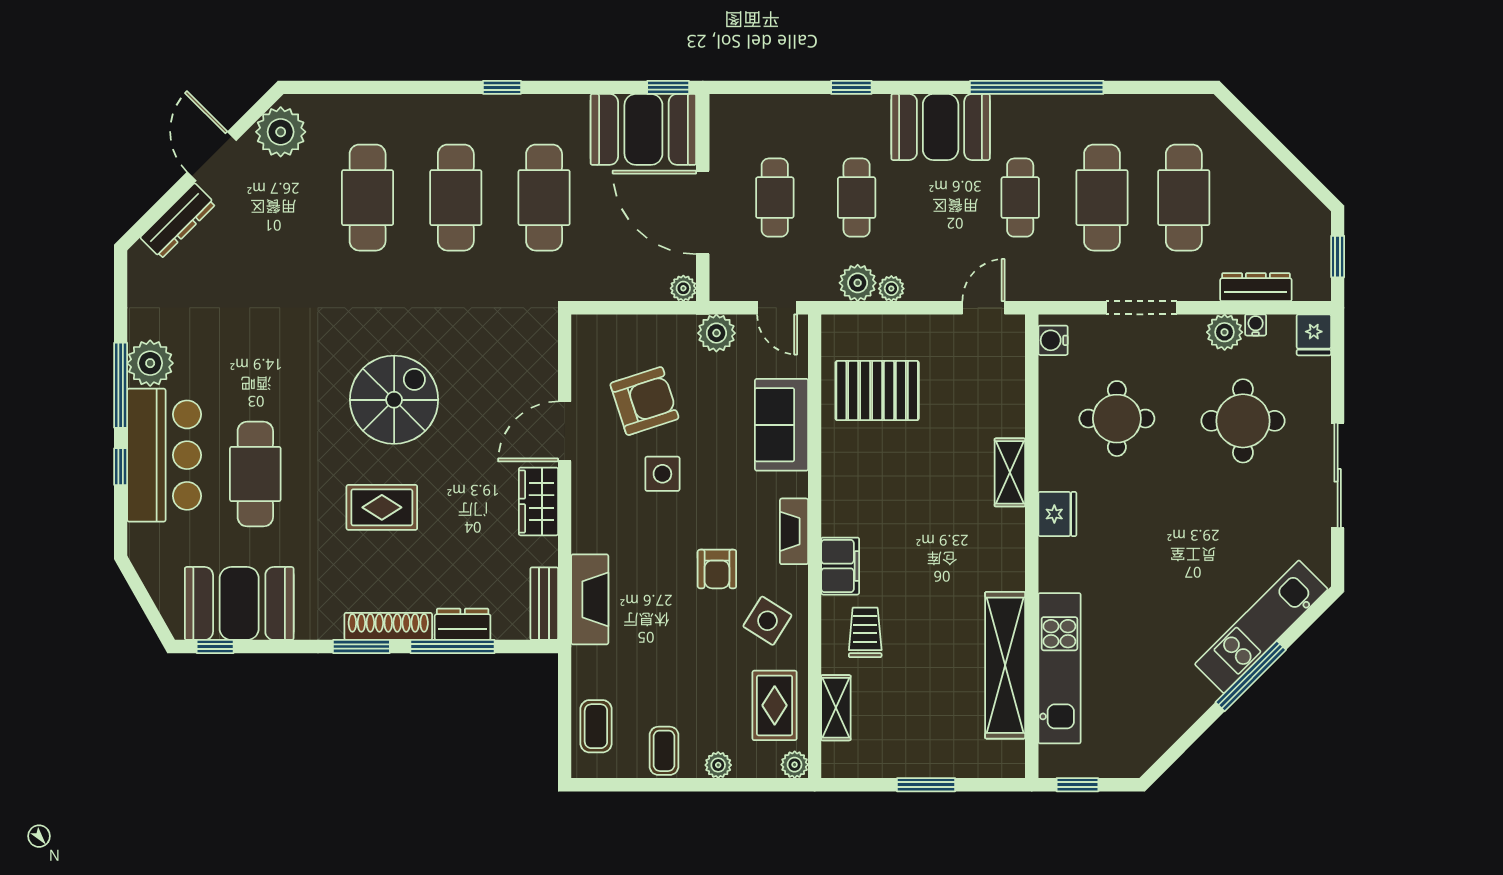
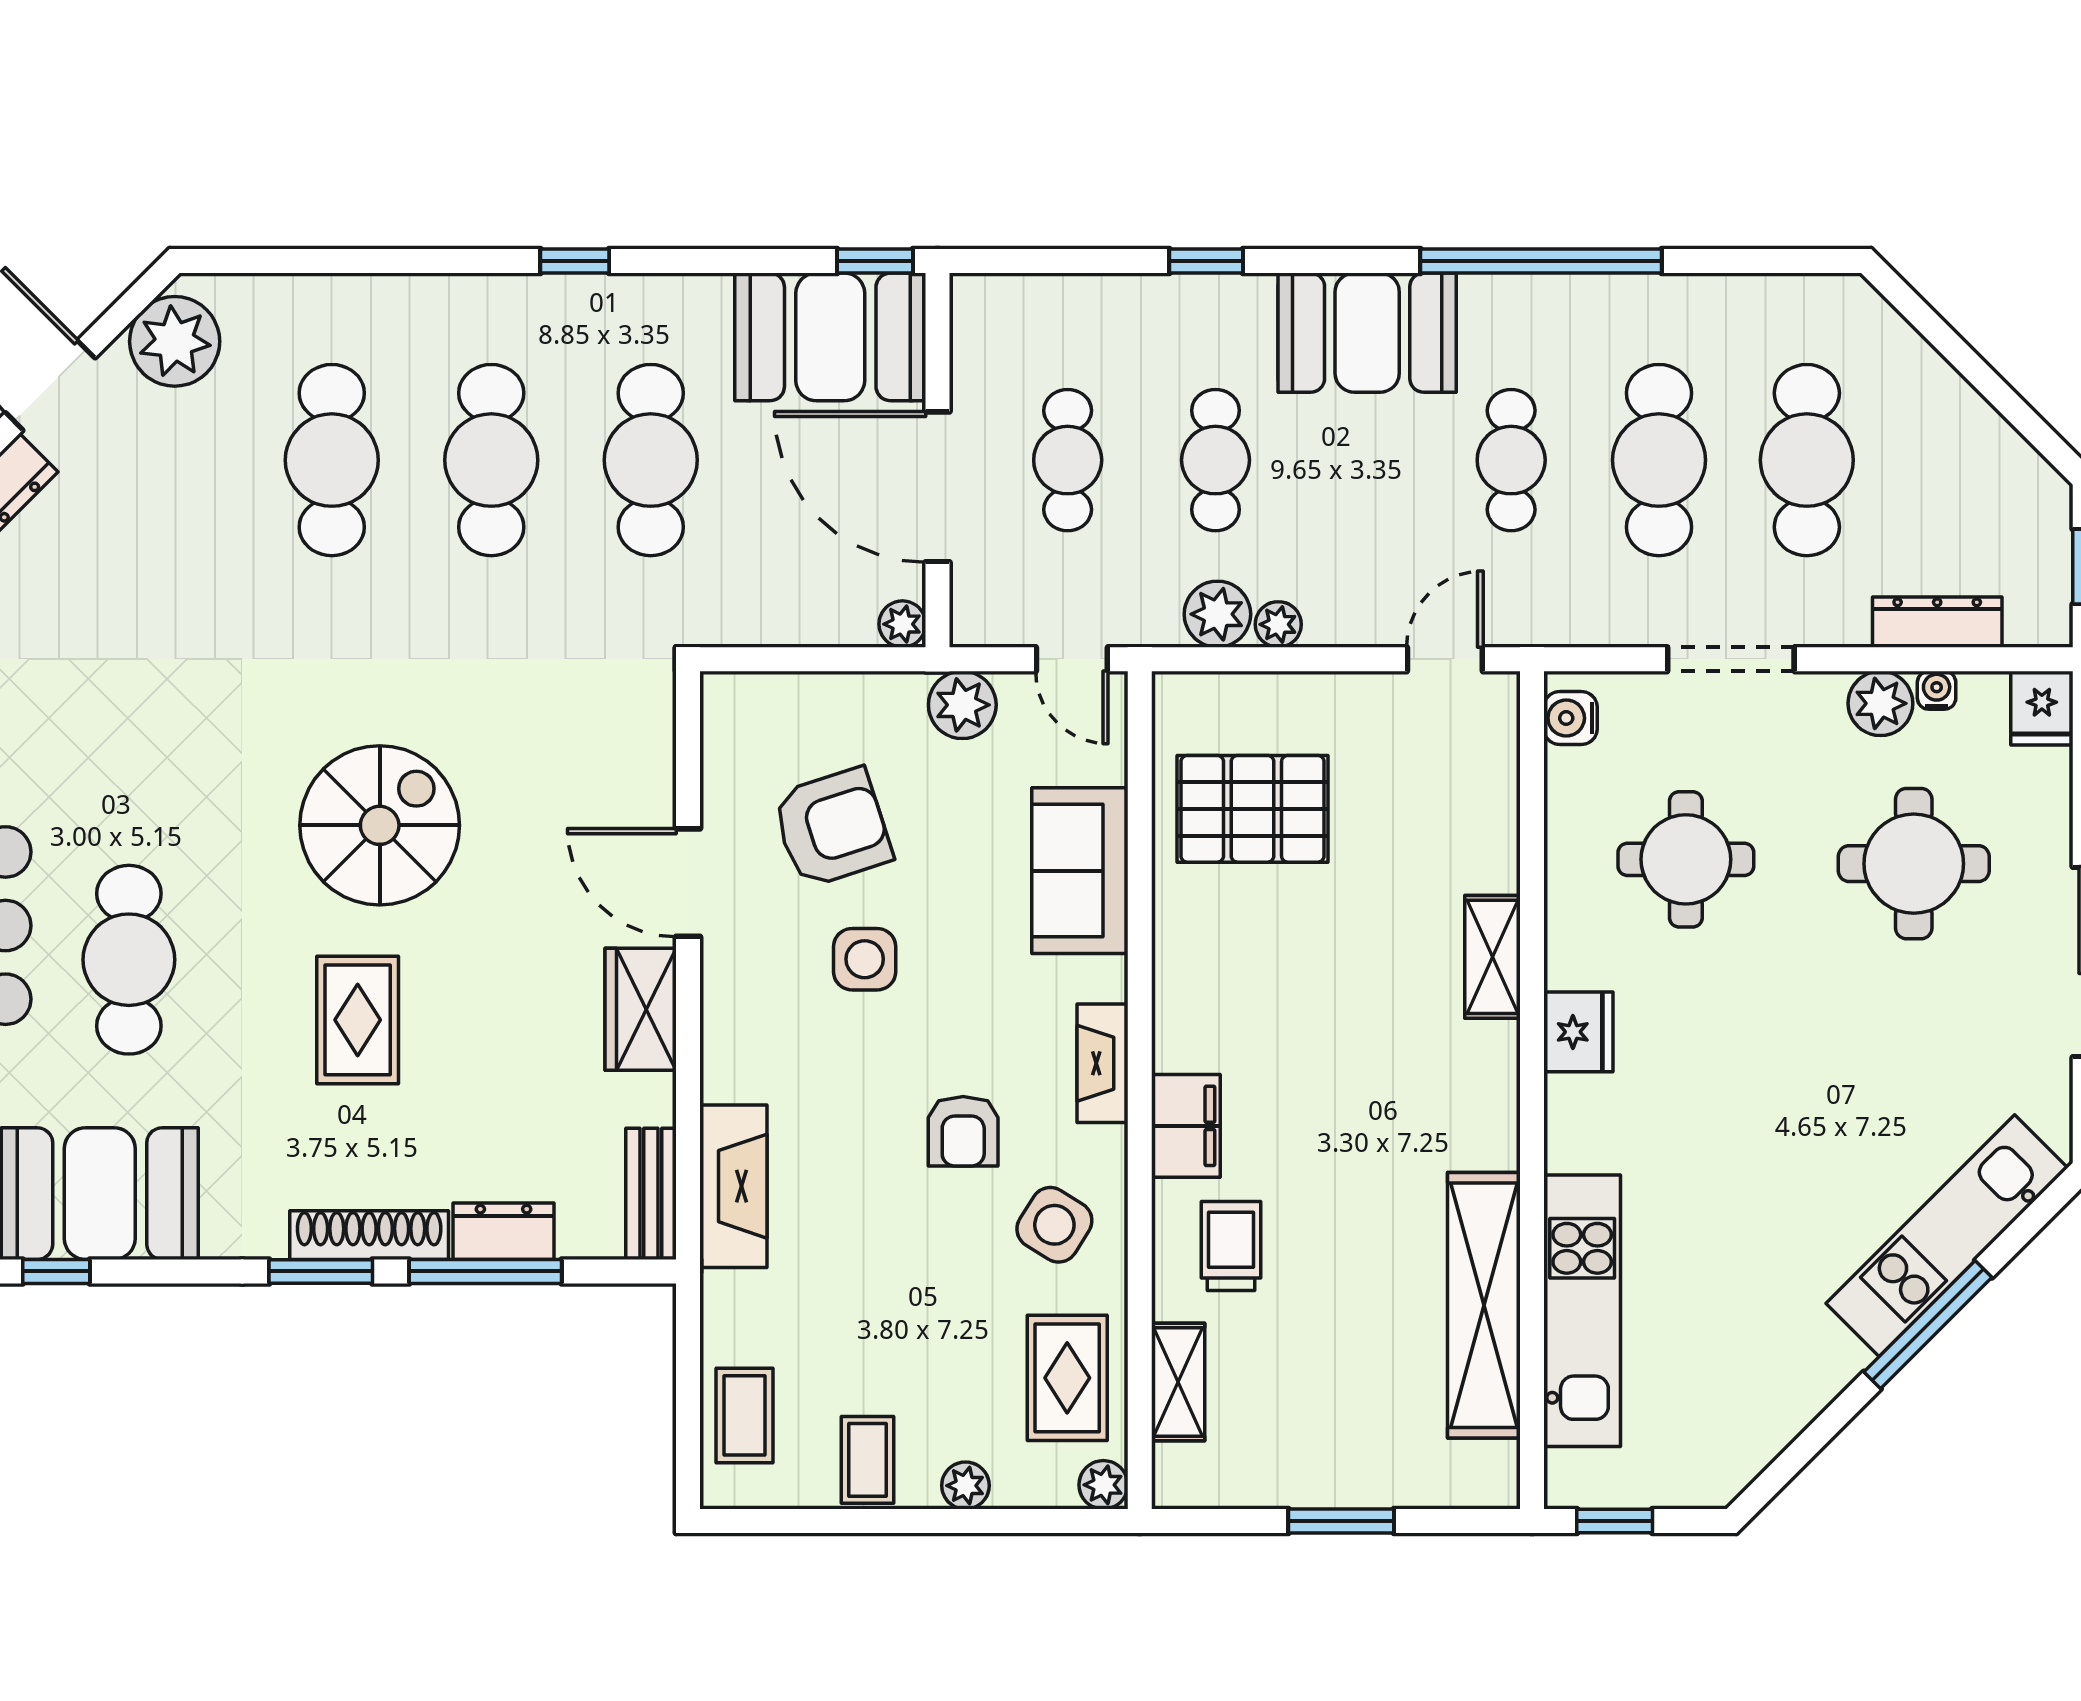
door: (565, 431) -> (688, 883), hinge flipped
rug: (382, 507) -> (358, 1020), turned 90

